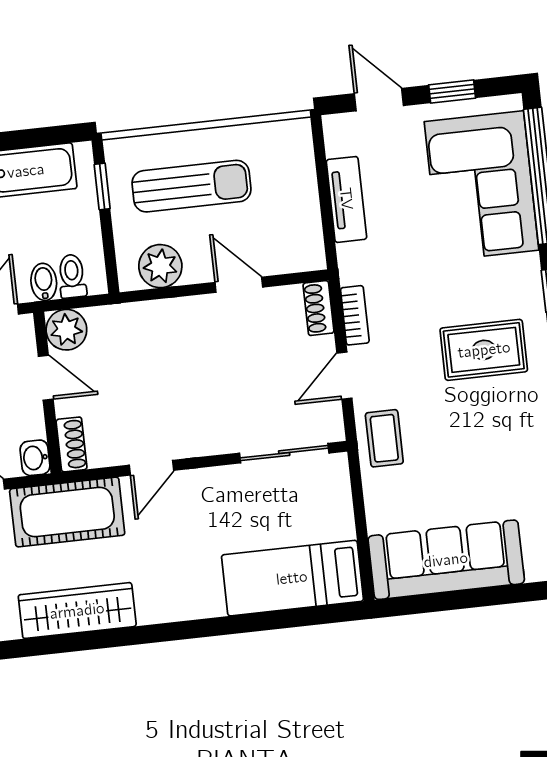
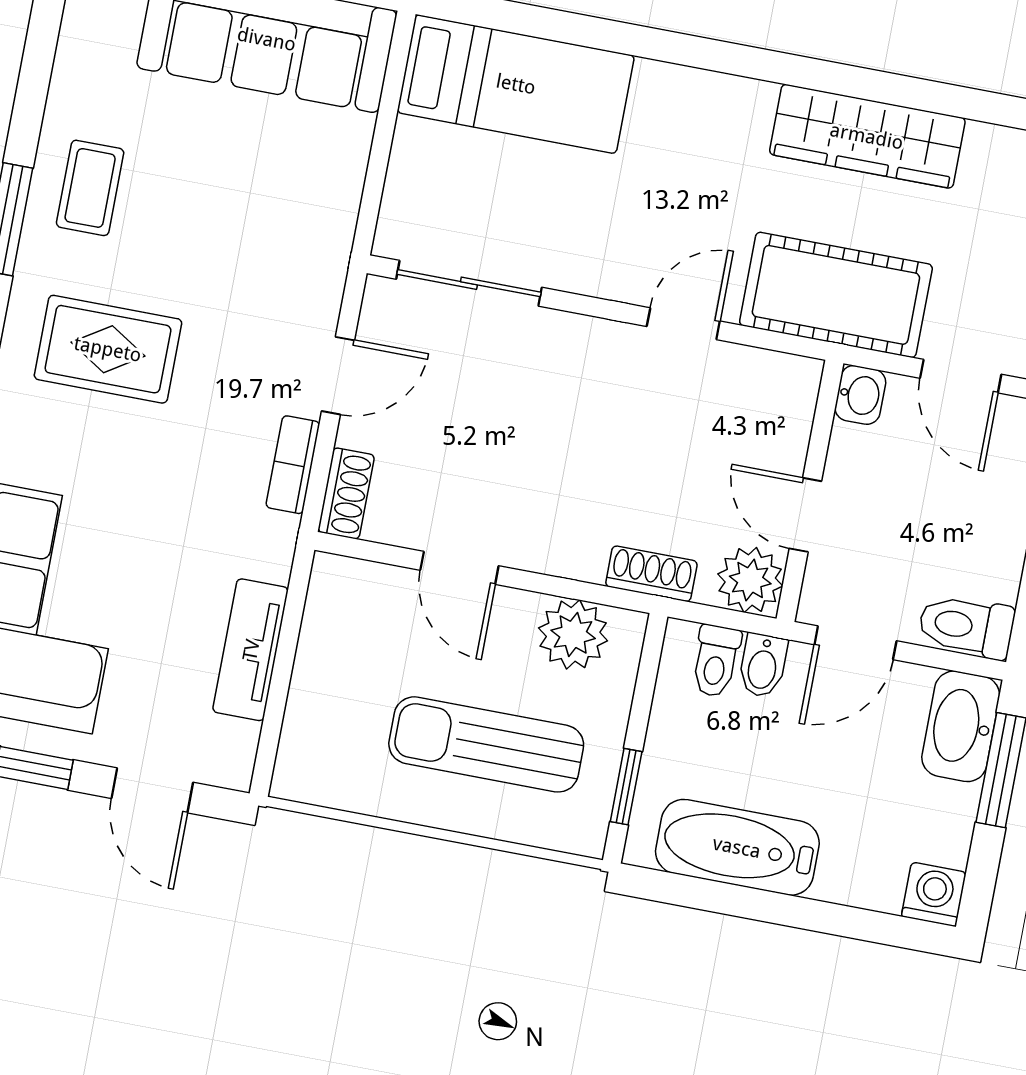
coffee table: (384, 438) -> (90, 188), moved
shoe rack: (72, 444) -> (651, 574), moved, turned 90

